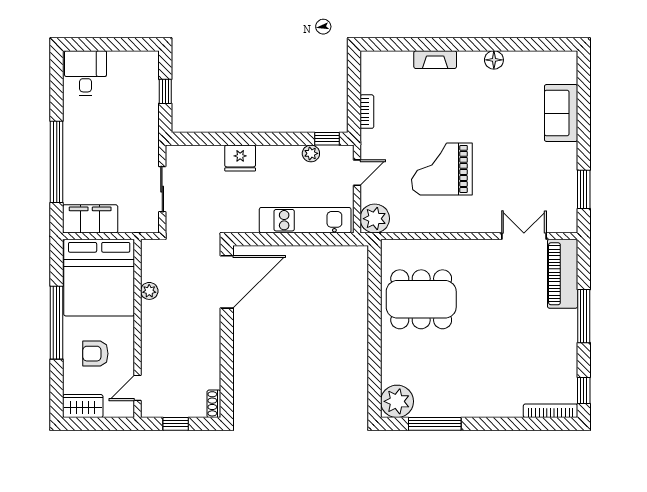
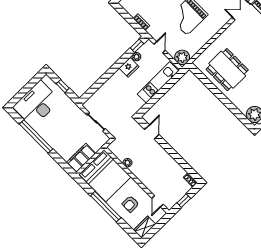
desk: (85, 73) -> (37, 104), width x1.87, depth x1.30
fridge: (240, 158) -> (129, 67), moved
window: (57, 162) -> (36, 136), moved
door: (227, 282) -> (152, 132), width x0.53
dining table: (421, 299) -> (227, 70), turned 90

